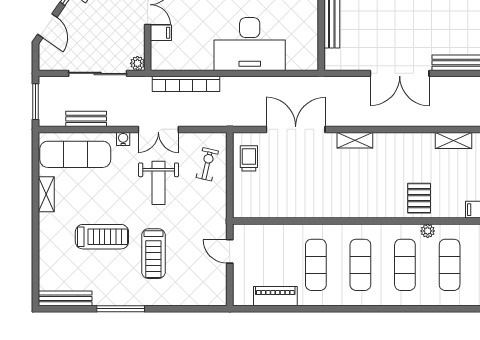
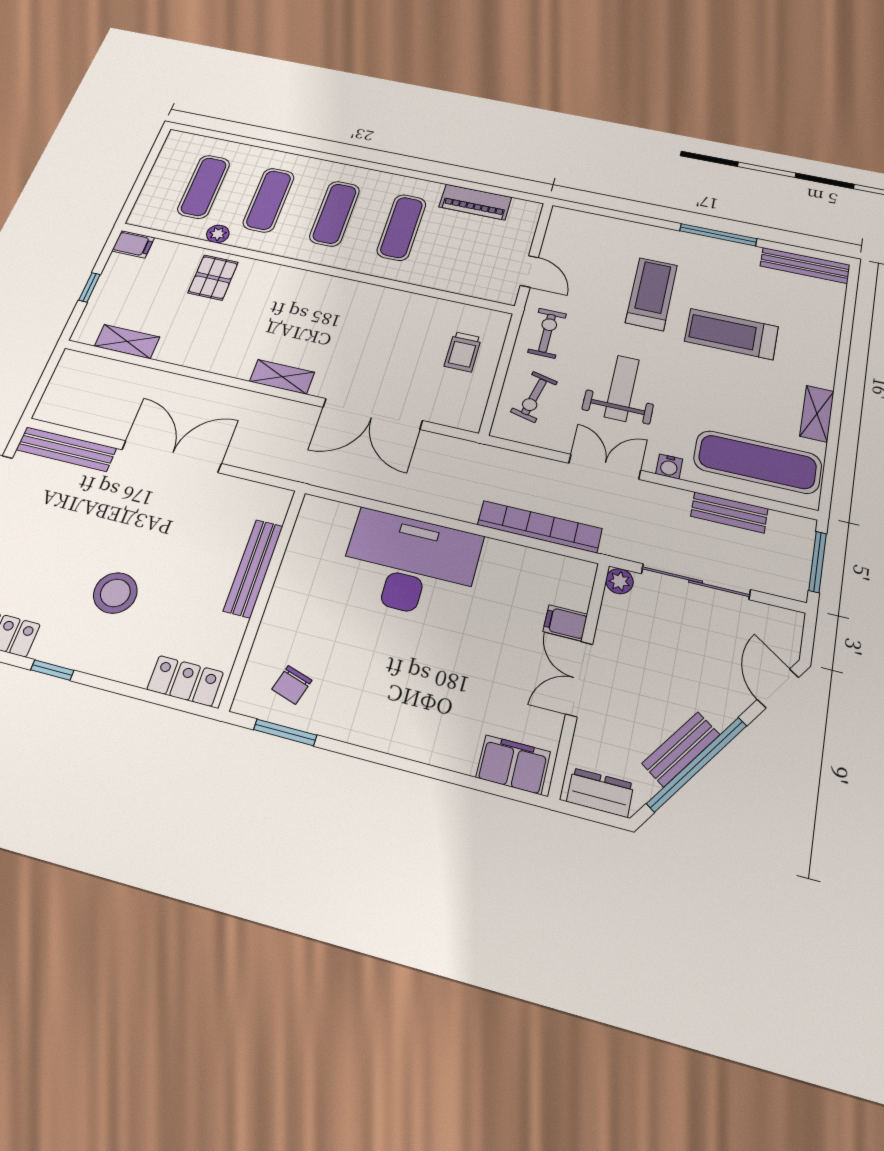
trolley: (249, 158) -> (463, 352), moved
exercise bike: (209, 210) -> (547, 333), added

